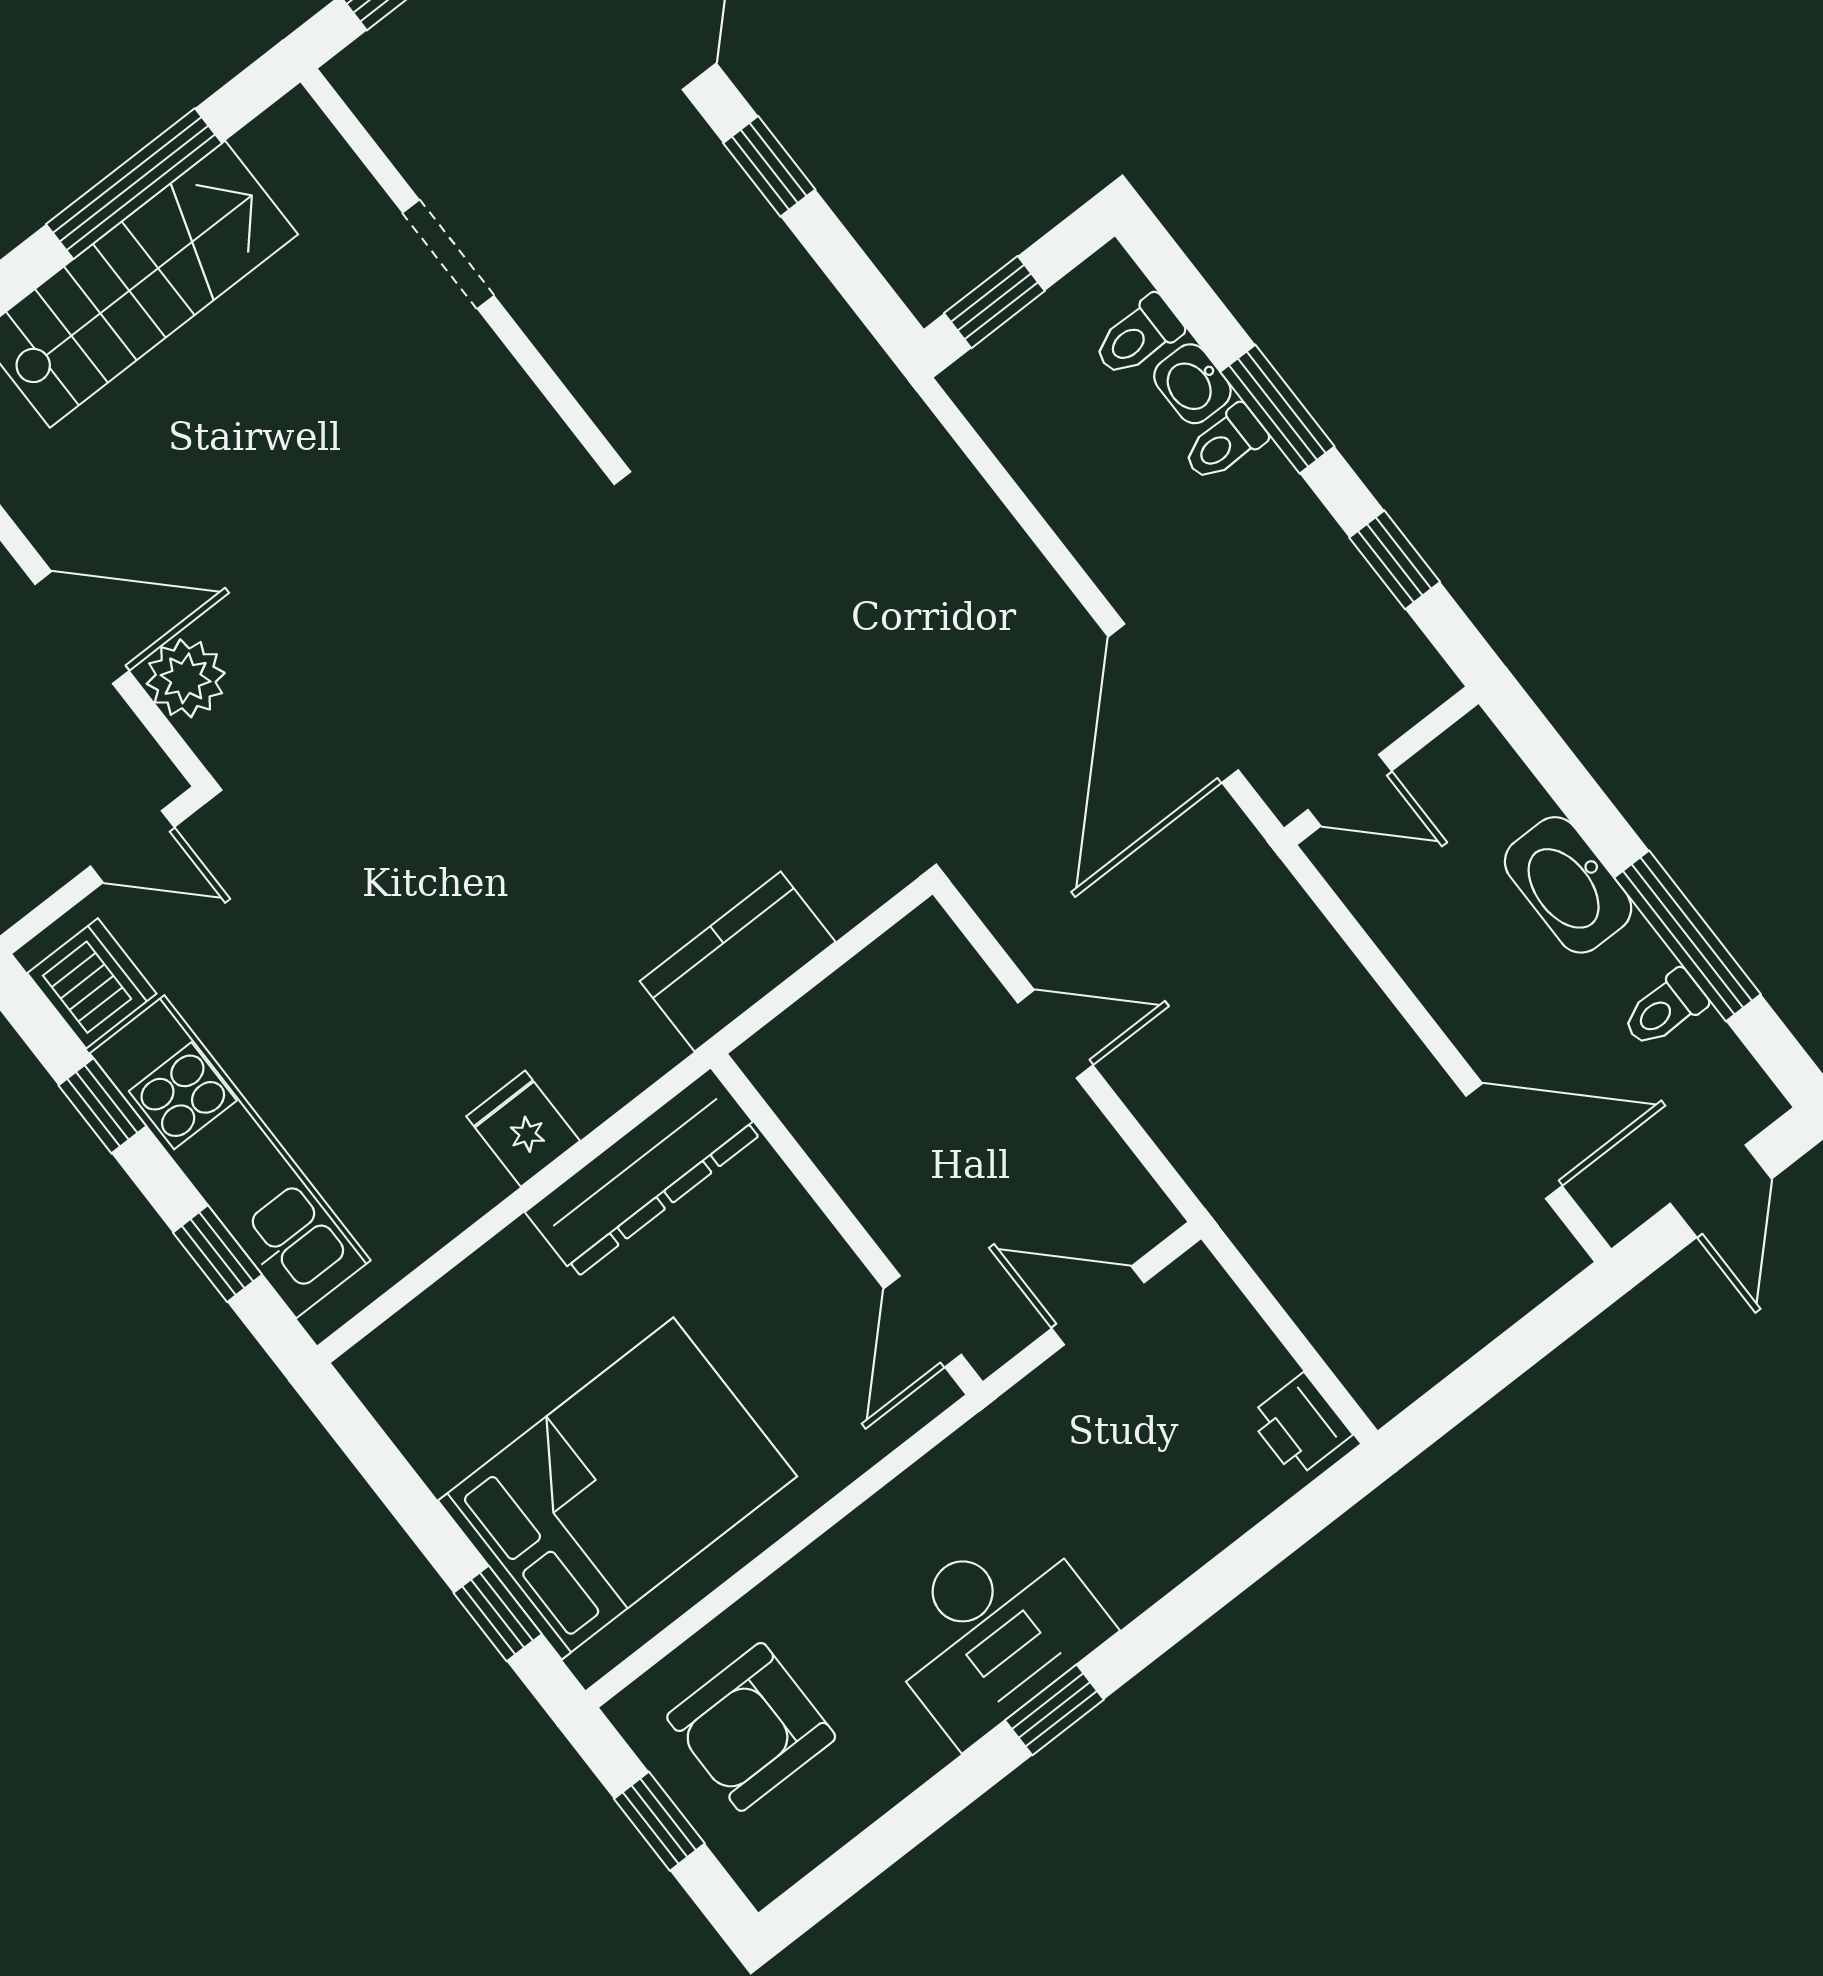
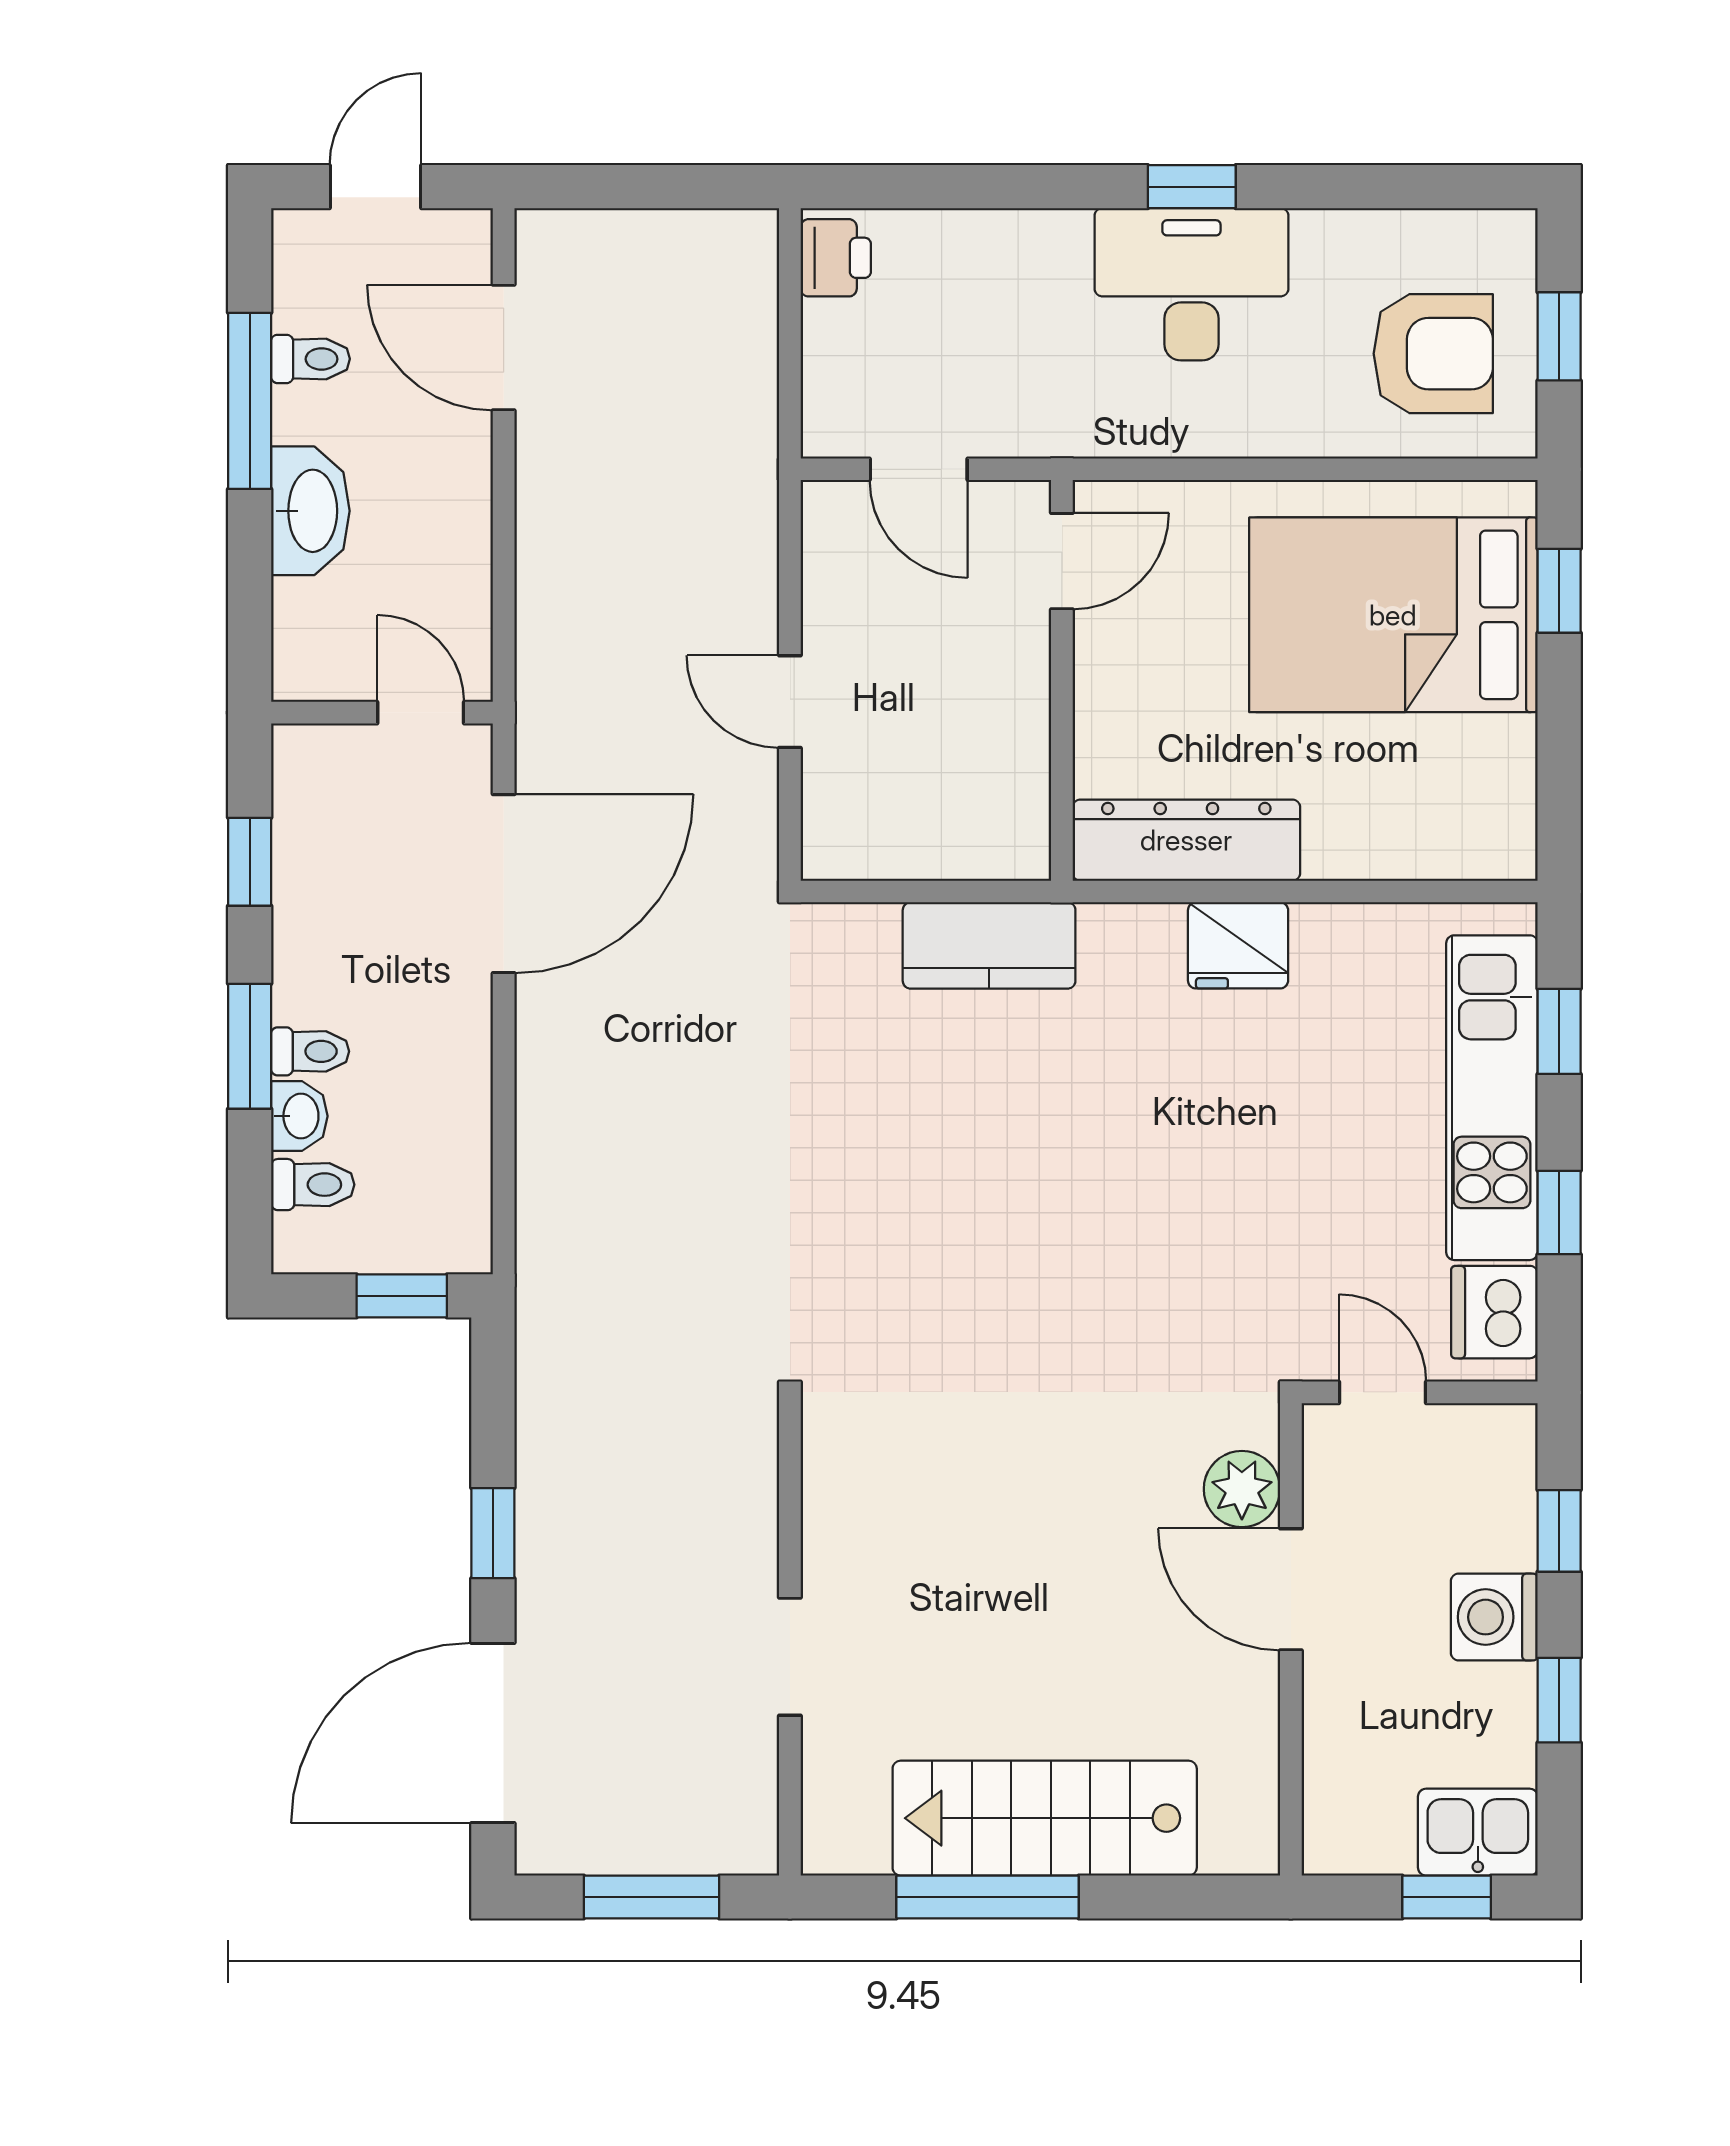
fridge: (523, 1129) -> (1238, 945), width x1.38

